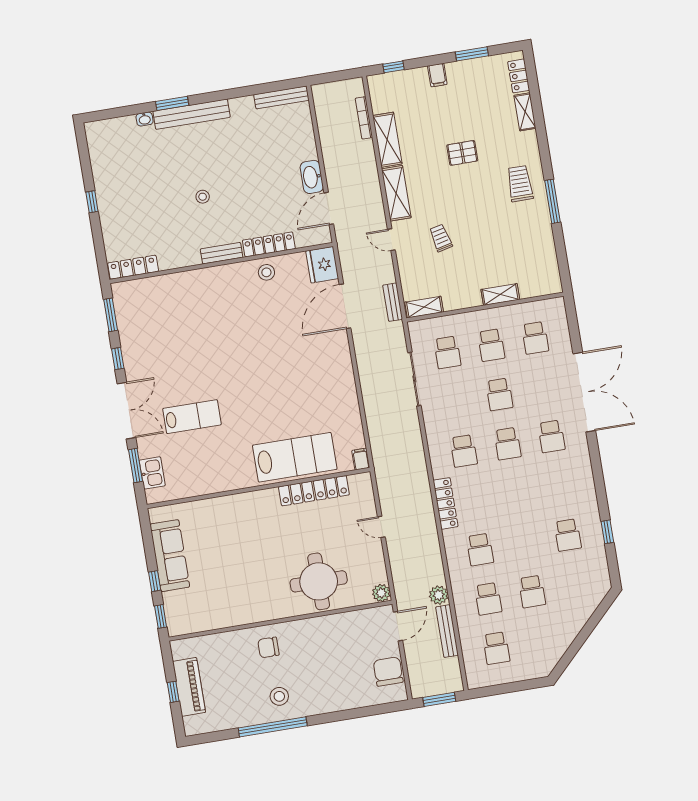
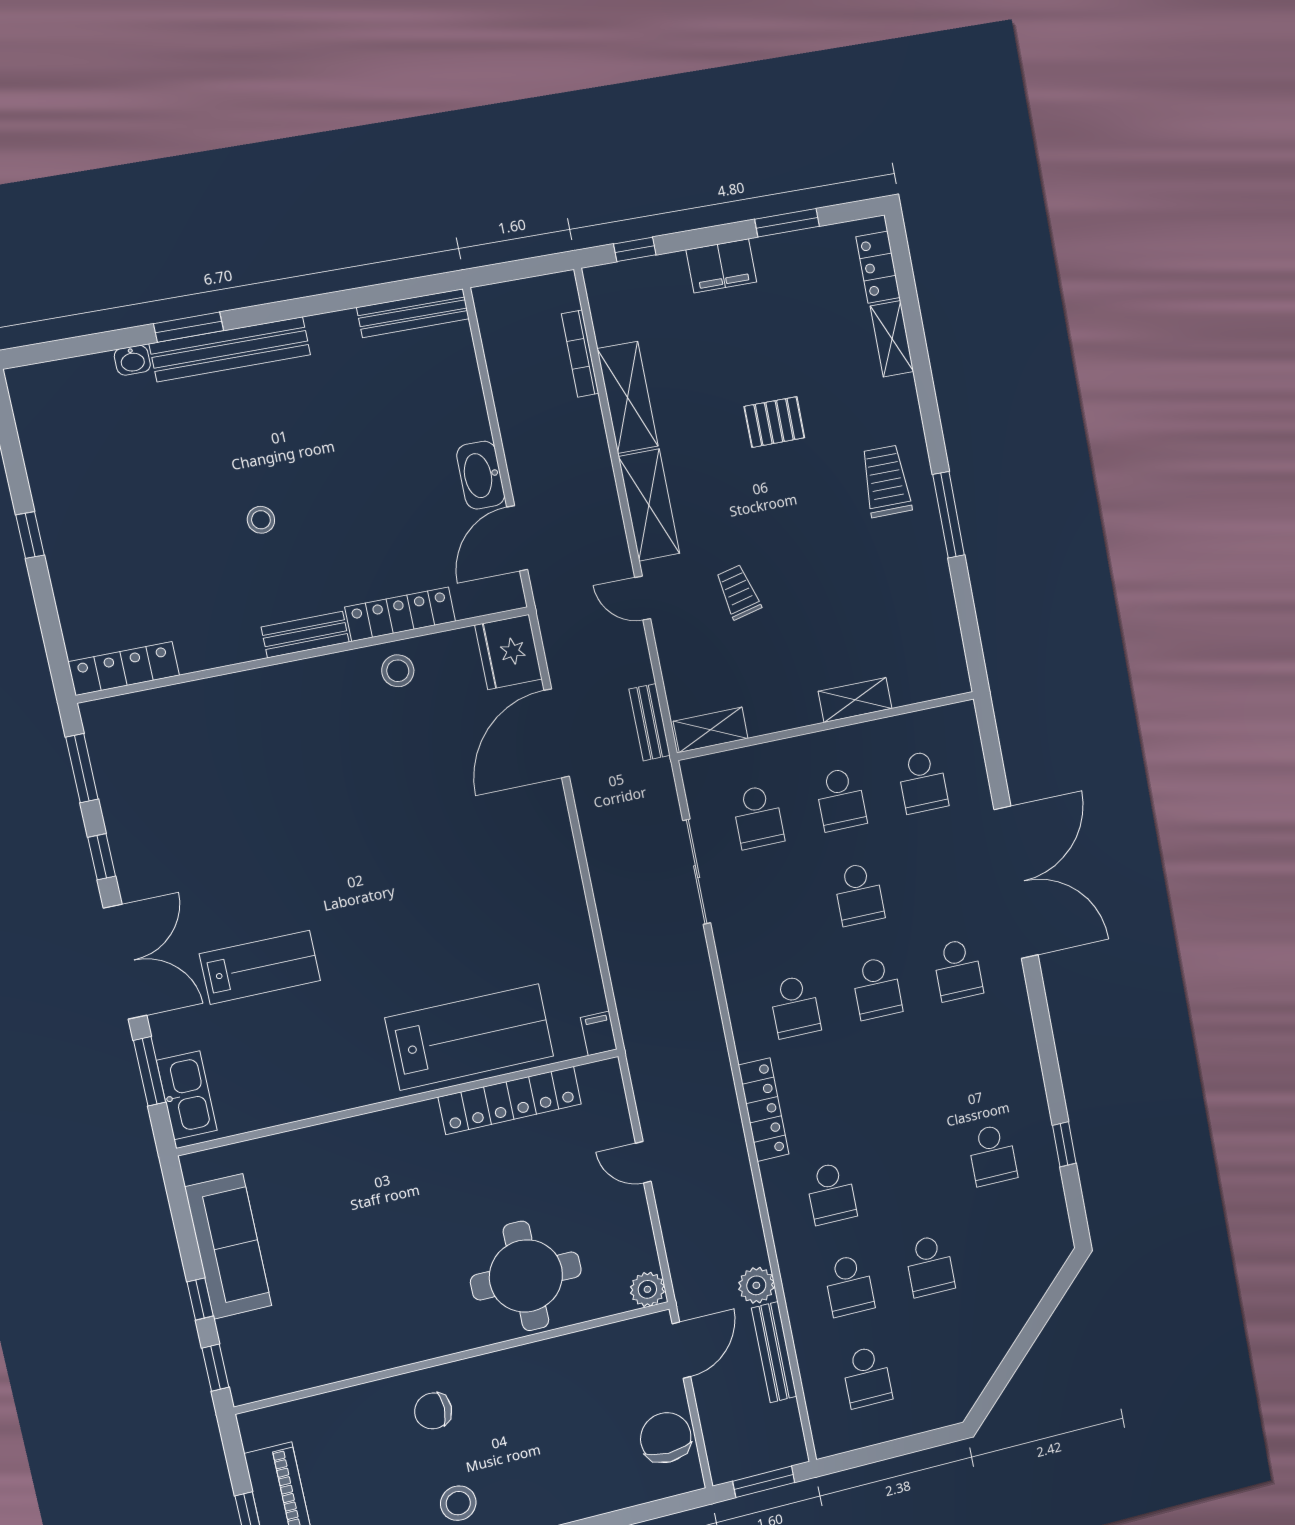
filing cabinet: (437, 75) -> (721, 266), width x2.00
kitchen sink: (152, 473) -> (187, 1095), width x1.38

